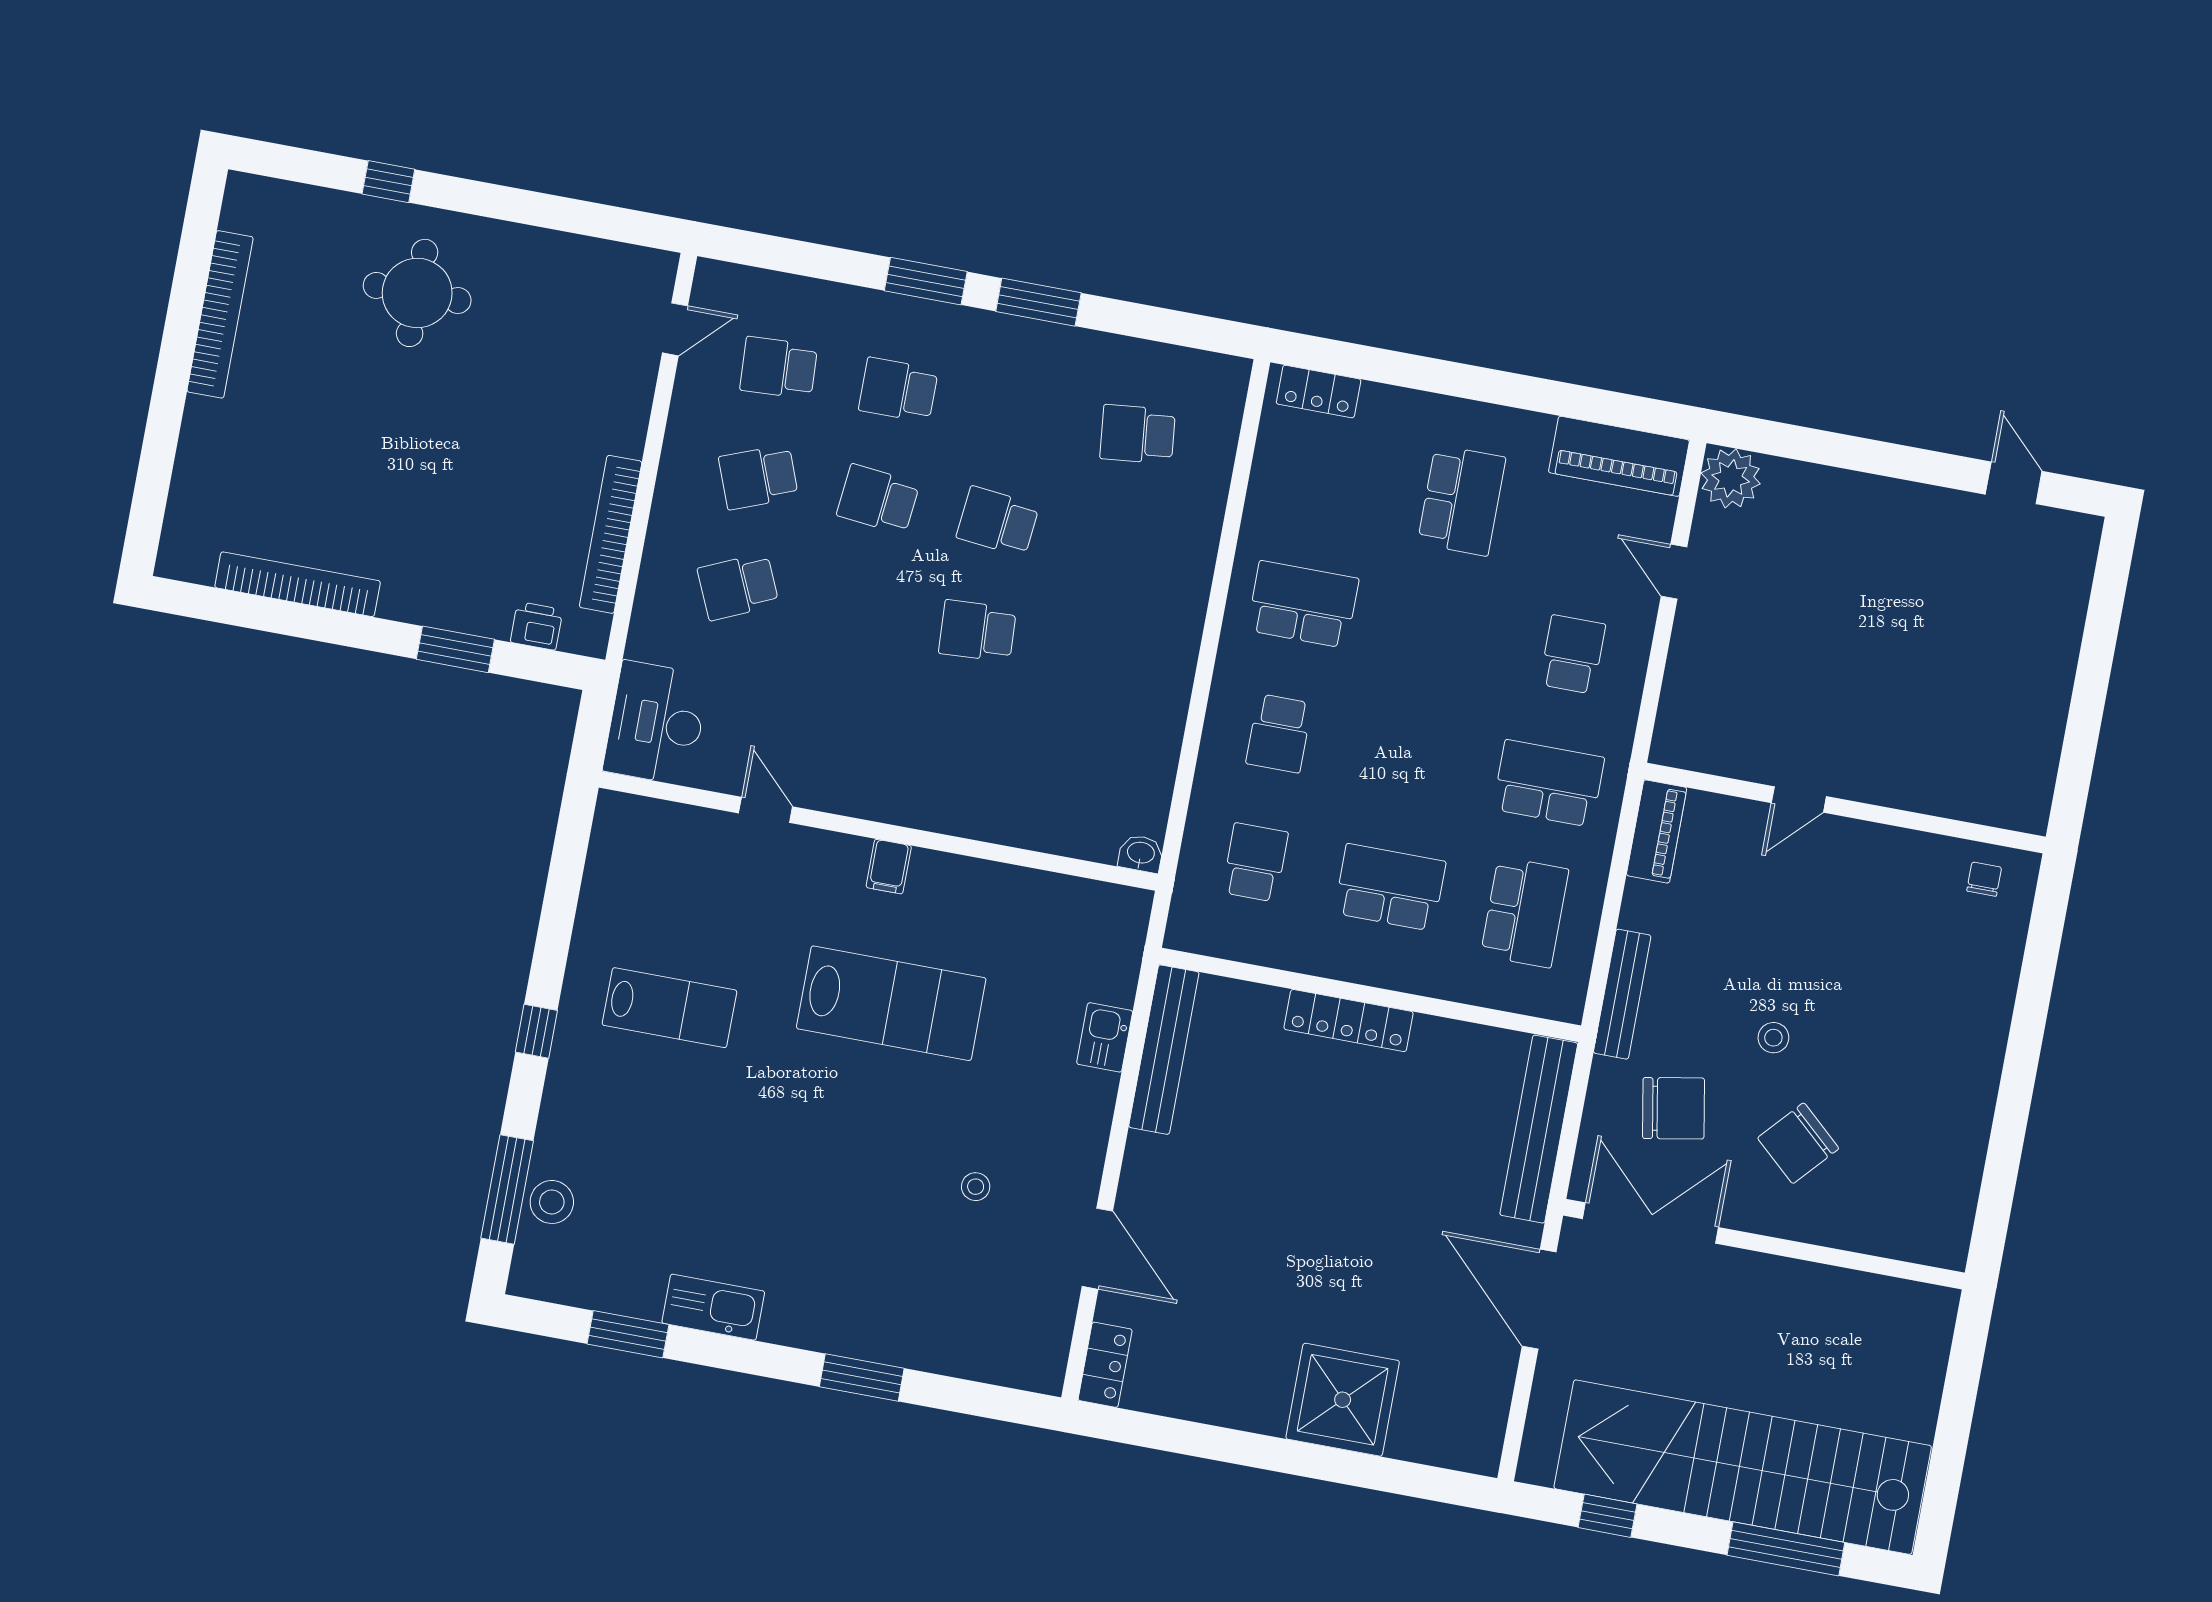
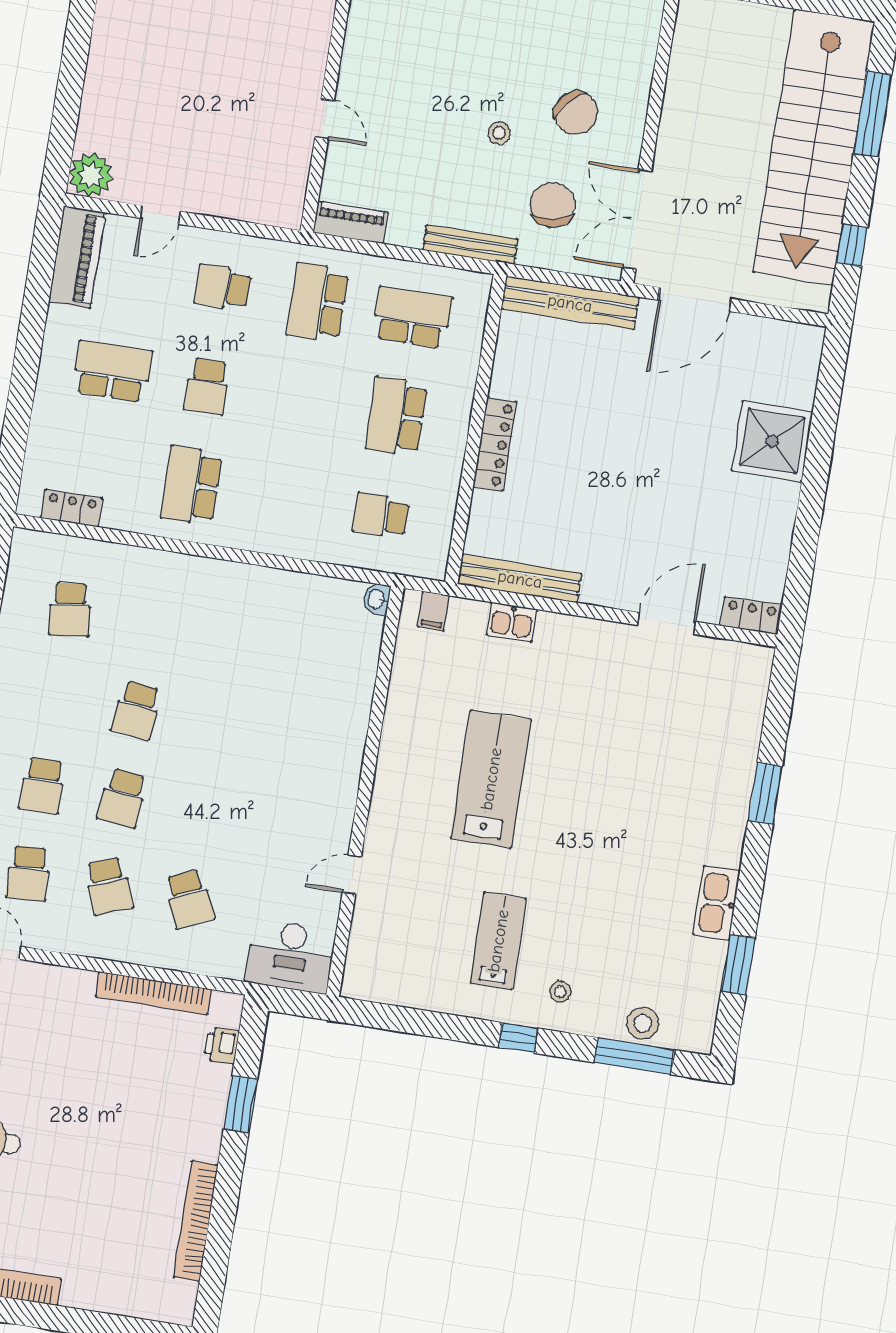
locker: (1319, 392) -> (72, 508), moved, turned -90
school desk: (977, 631) -> (217, 723), removed
school desk: (1279, 733) -> (207, 386), moved, turned 90
filing cabinet: (889, 867) -> (433, 611), moved, turned 90
stool: (976, 1187) -> (560, 992), moved

